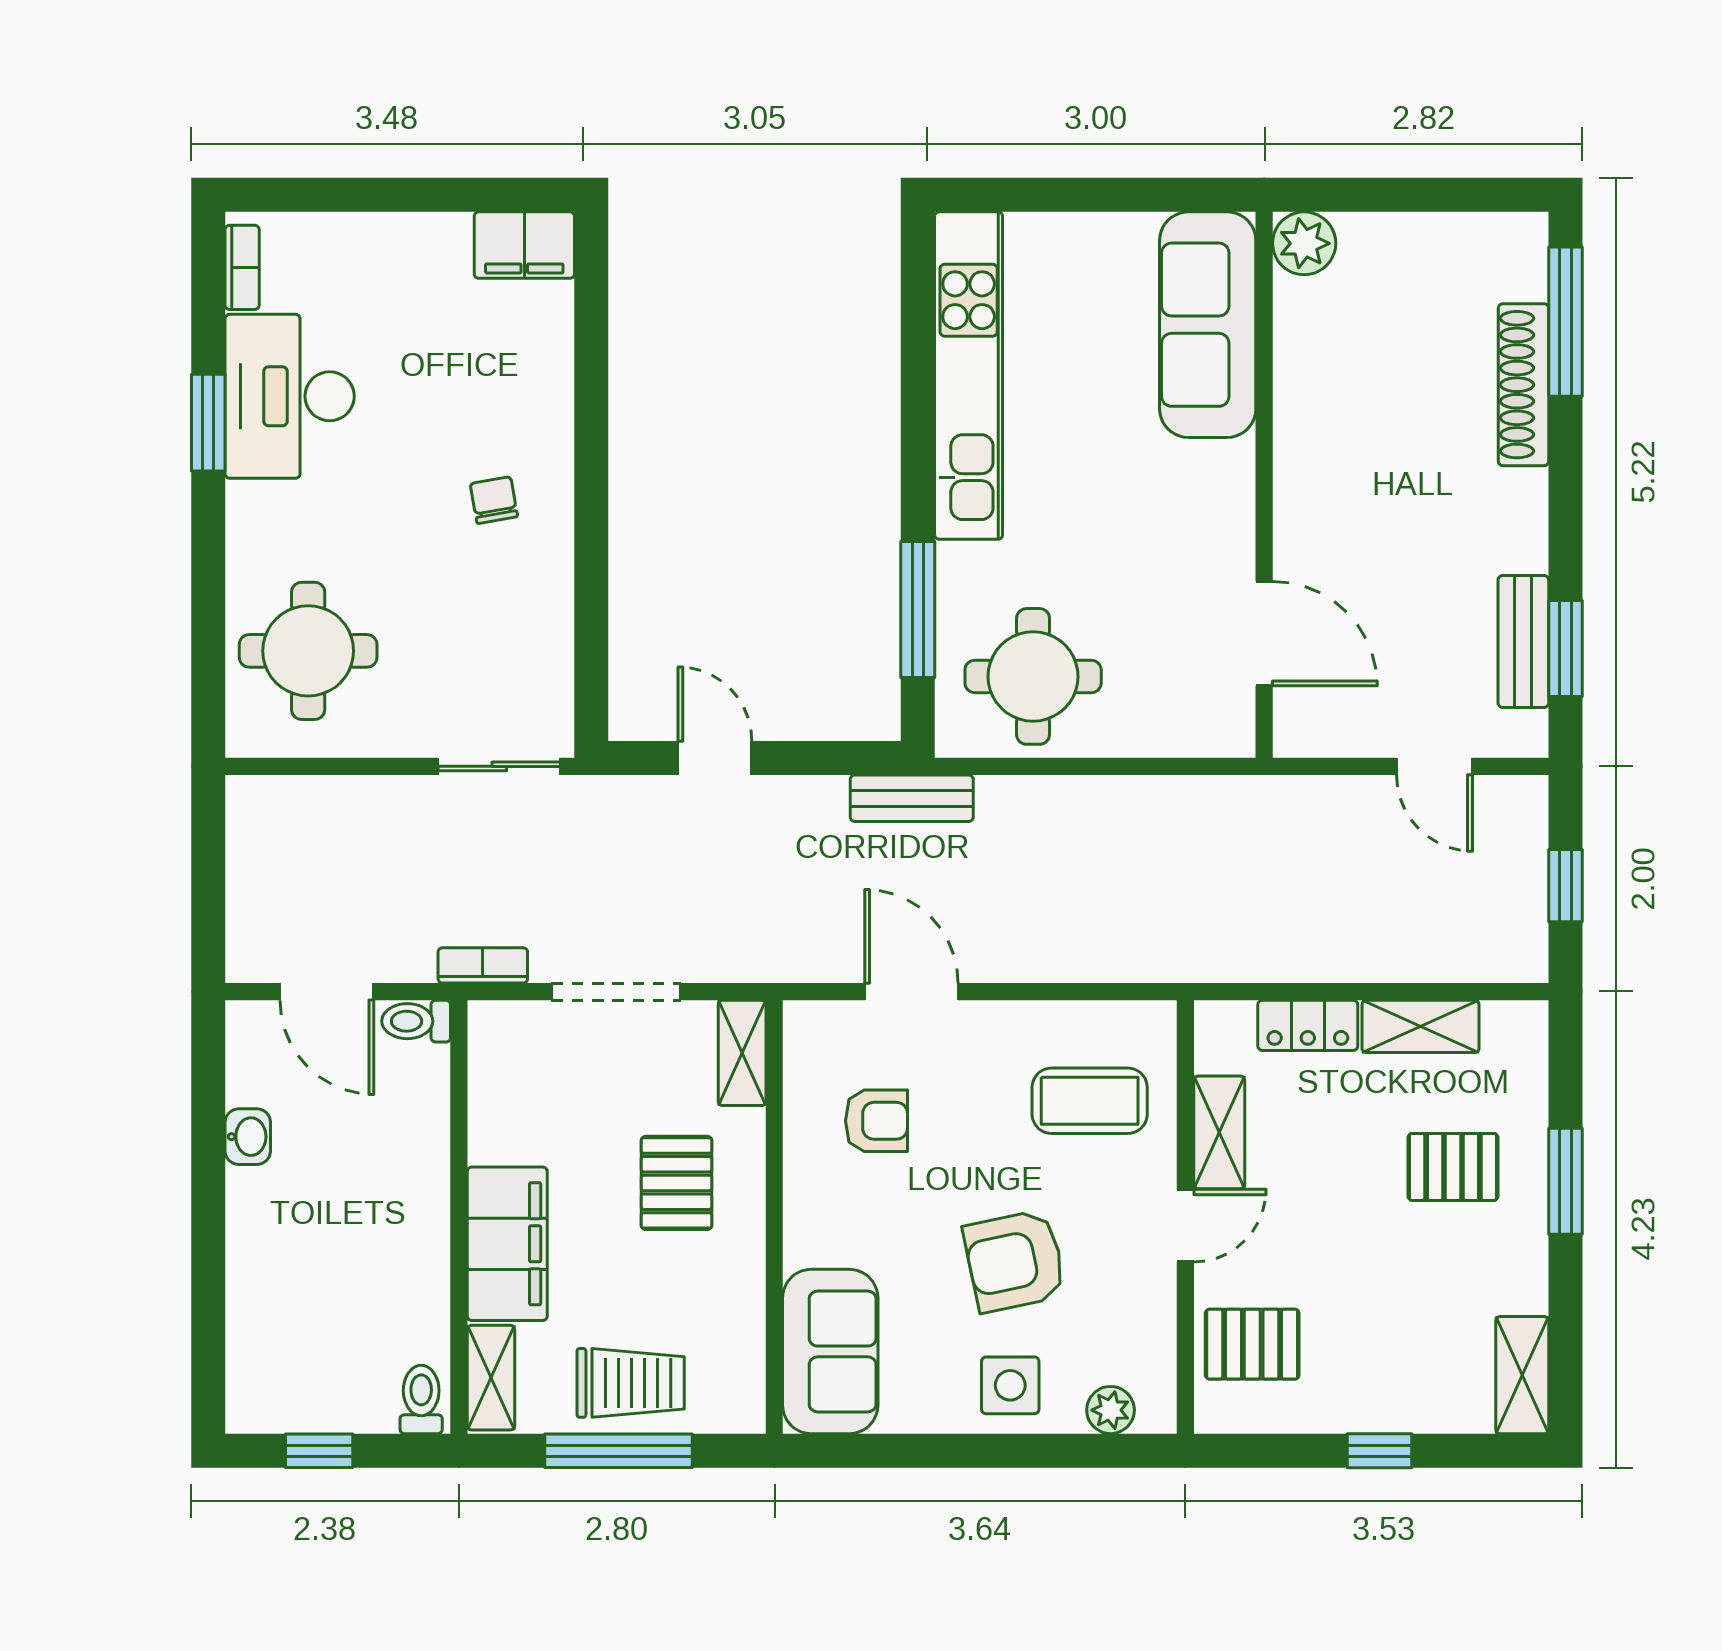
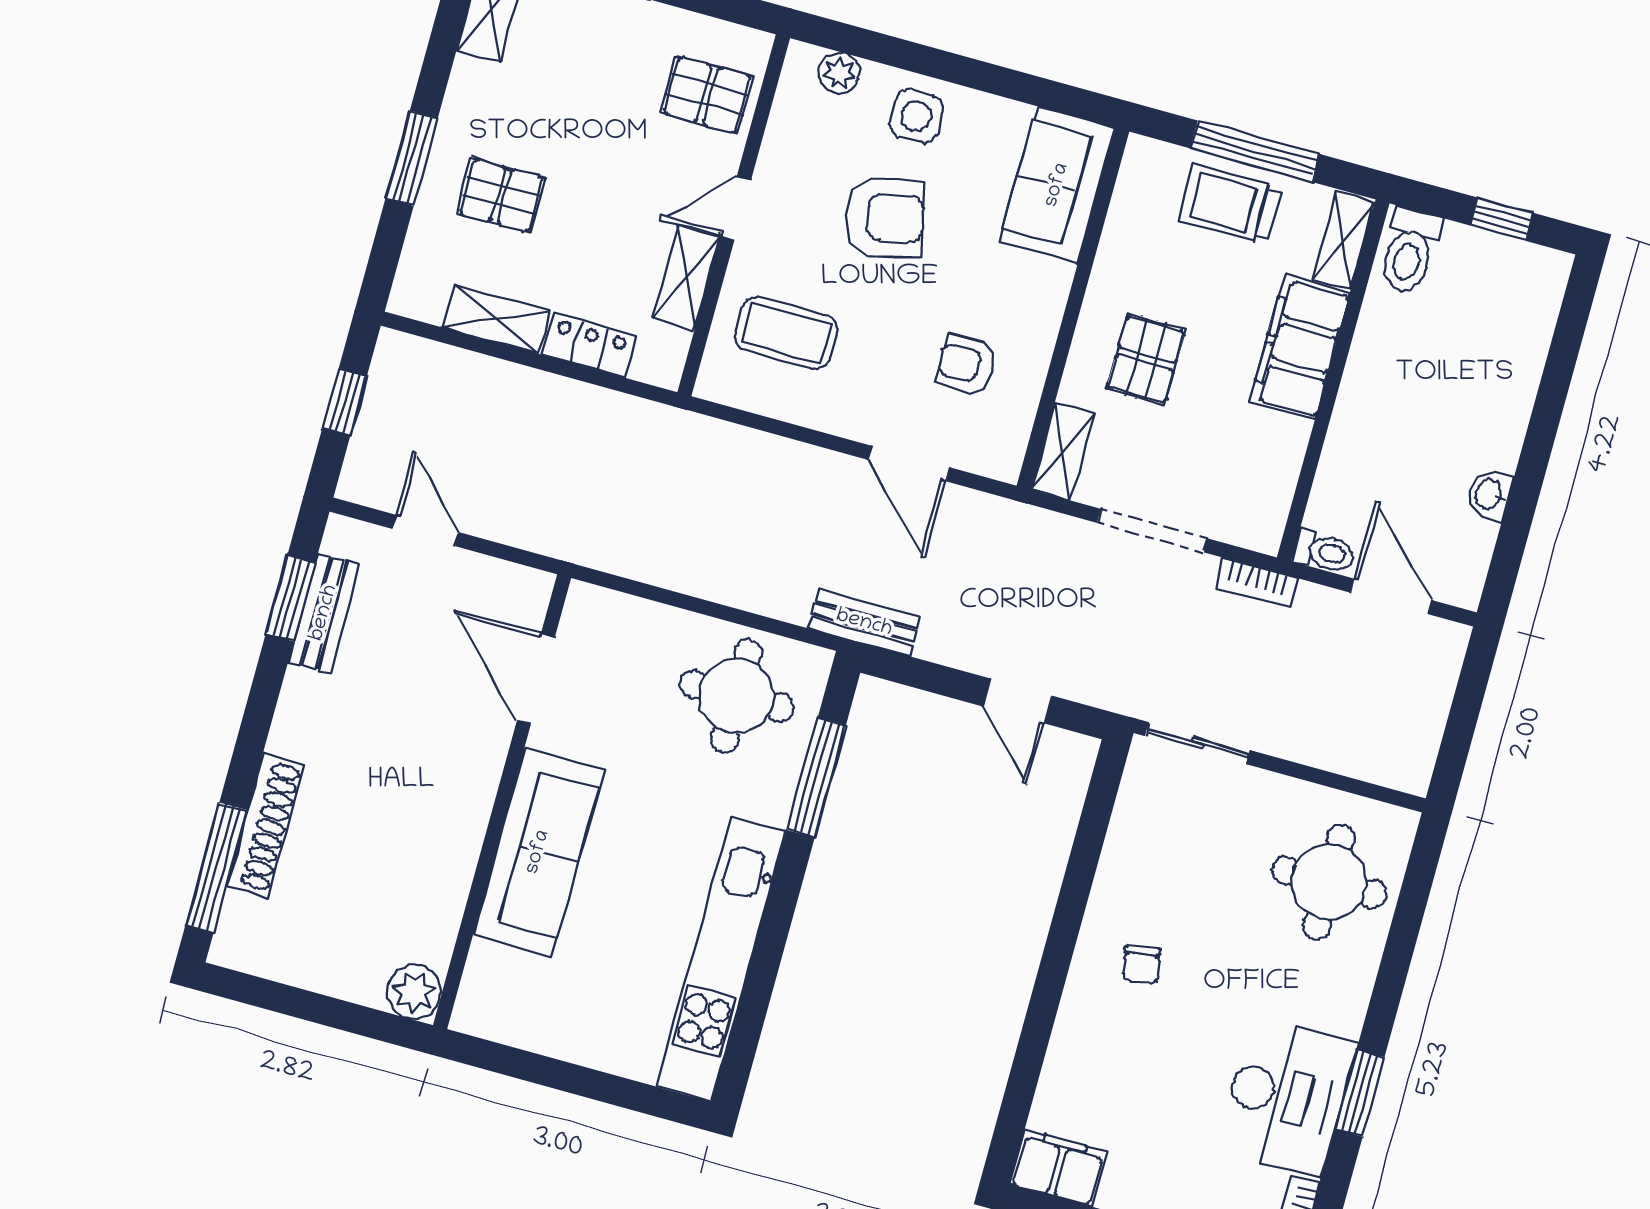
sofa: (1208, 325) -> (538, 852), moved
toilet: (421, 1399) -> (1409, 251), width x1.37, depth x1.39

